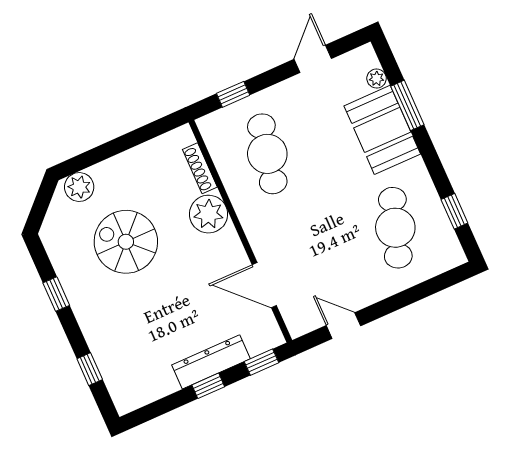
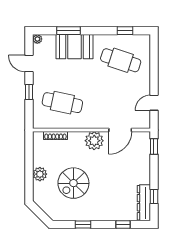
plant: (377, 78) -> (37, 39), moved
window: (233, 94) -> (29, 92), moved
plant: (79, 187) -> (40, 174), moved
plant: (209, 214) -> (94, 141), moved
dresser: (211, 362) -> (144, 203), moved
window: (208, 386) -> (154, 196), moved

